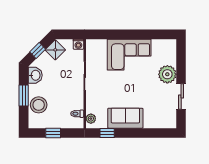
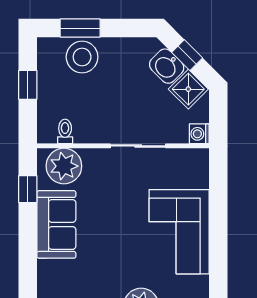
washbasin: (35, 75) -> (167, 66), moved, turned 45
window: (24, 96) -> (80, 28), moved
plant: (91, 119) -> (64, 166), width x1.88, depth x1.88

